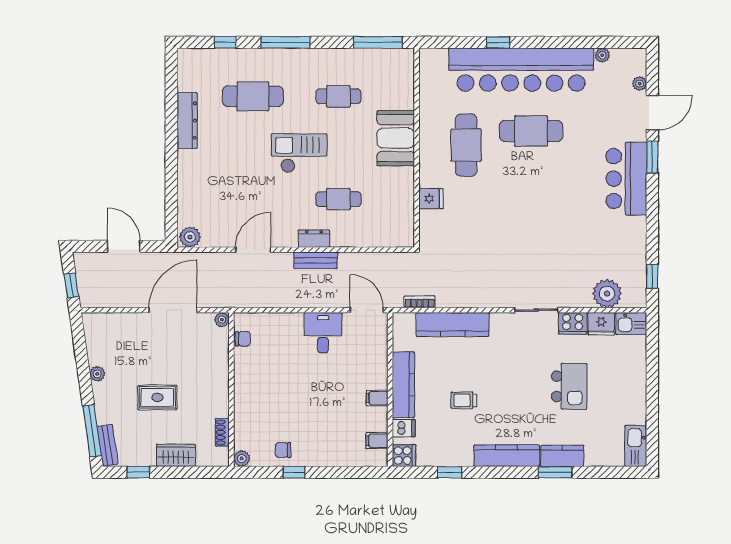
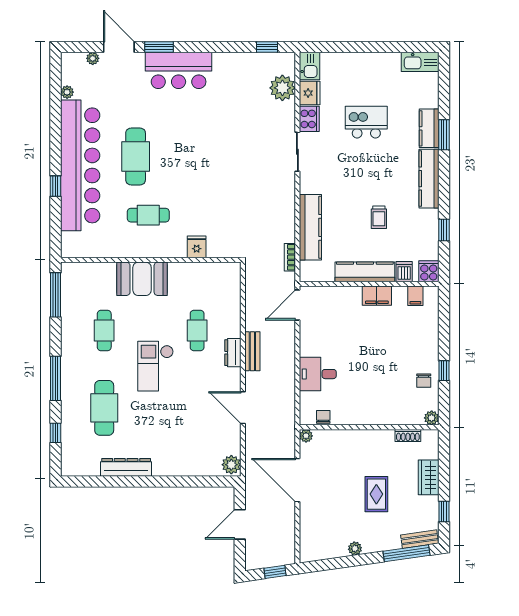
cafe table: (466, 145) -> (148, 215), width x0.73, depth x0.74
desk: (323, 333) -> (318, 374), moved
filing cabinet: (377, 398) -> (377, 296), width x2.00

